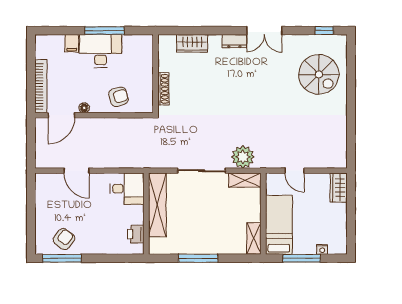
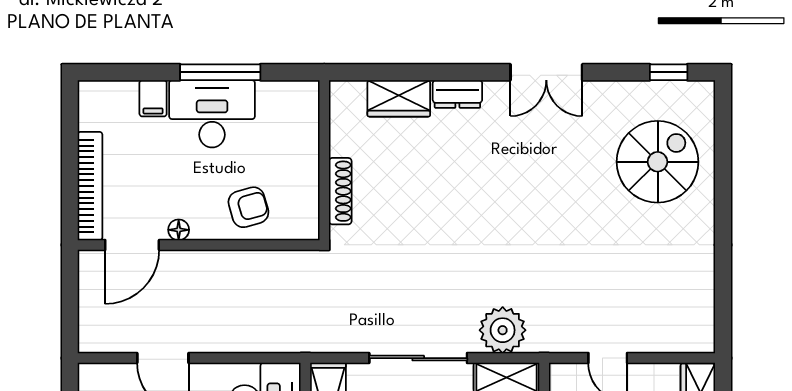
dresser: (234, 41) -> (457, 94), moved
spiral stairs: (319, 74) -> (658, 162), turned -90

